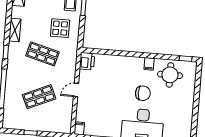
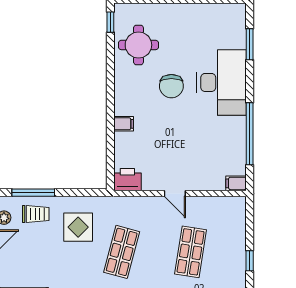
filing cabinet: (149, 64) -> (124, 124), moved
chair: (143, 93) -> (171, 86), turned 180
shop shelf: (39, 97) -> (191, 252), turned 33

